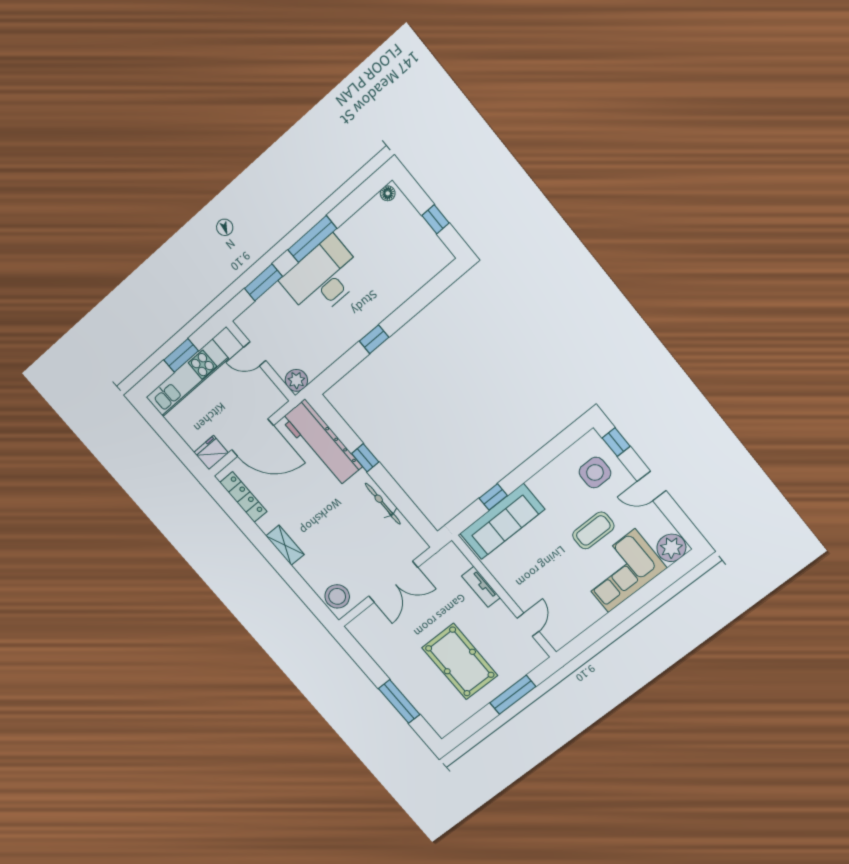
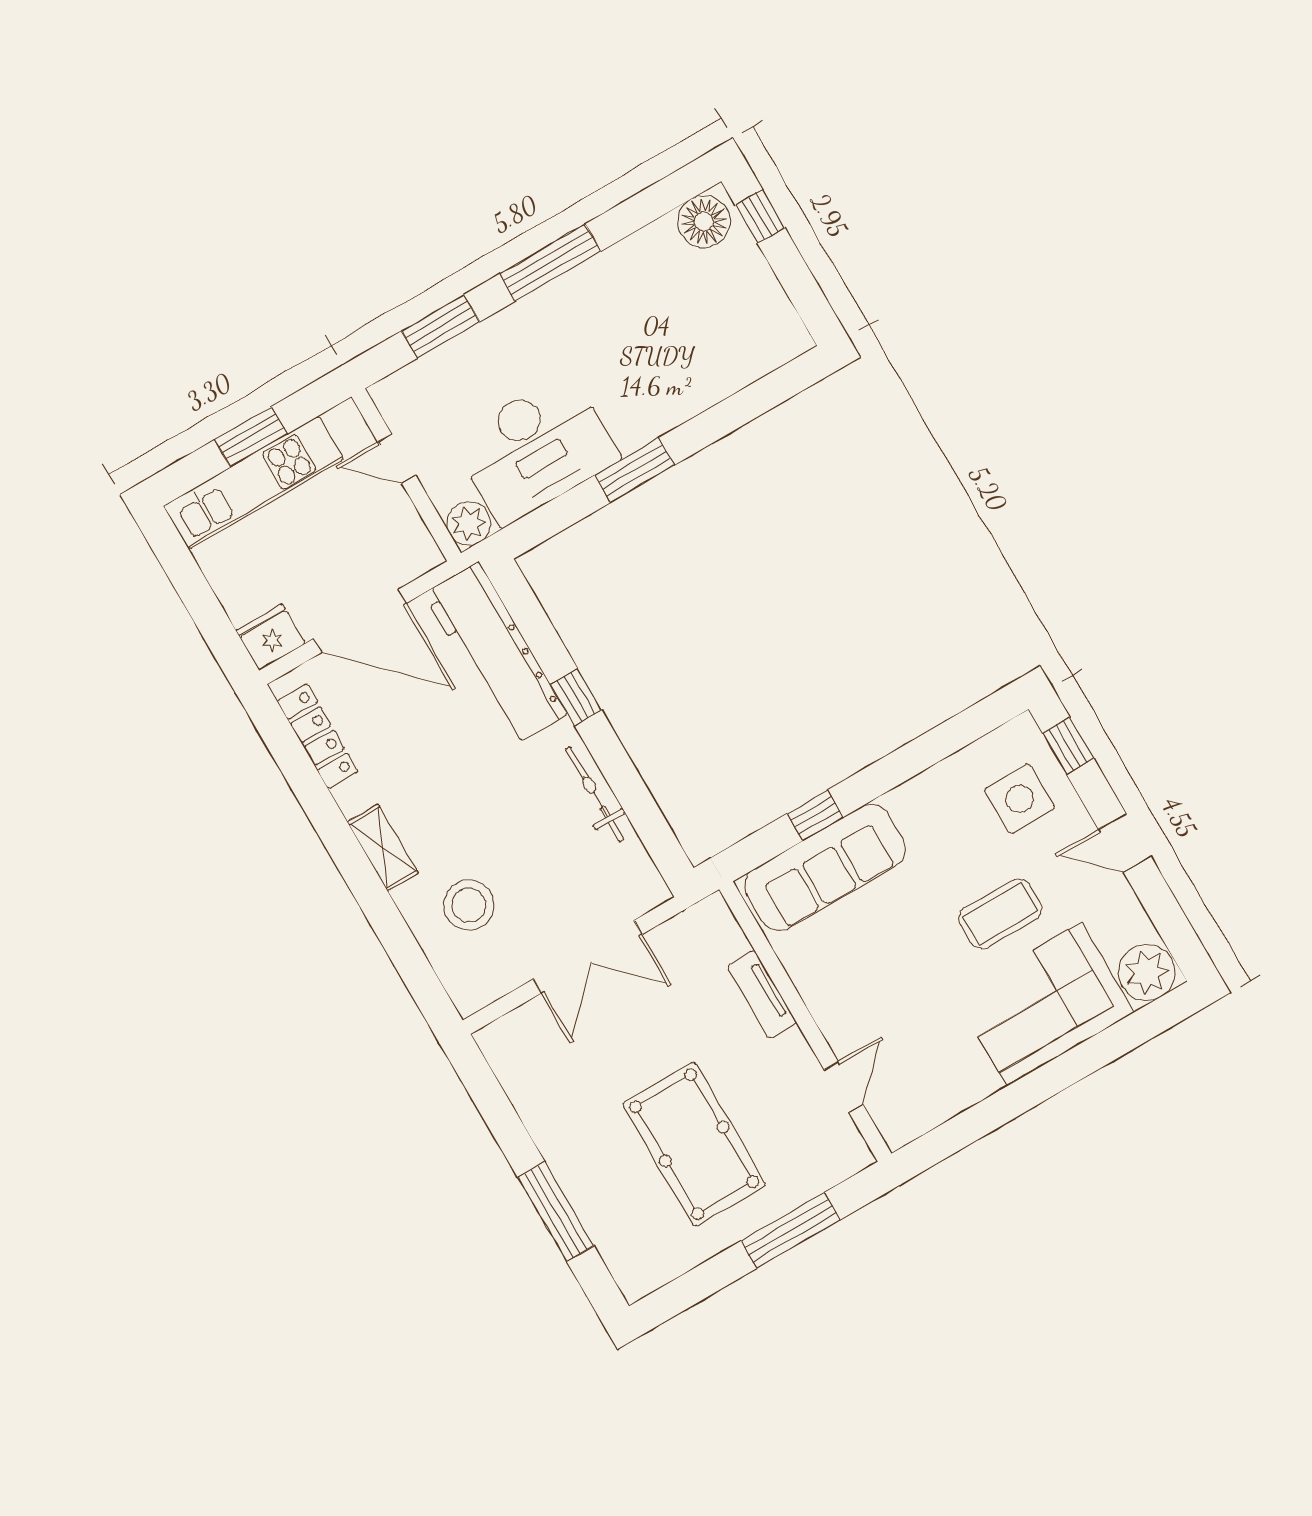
floor lamp: (388, 193) -> (704, 221), width x1.89, depth x1.89
window: (436, 219) -> (760, 216), moved
desk: (323, 278) -> (536, 449), moved, turned 180
window: (374, 339) -> (635, 470), width x1.50
stool: (337, 596) -> (469, 905), moved

